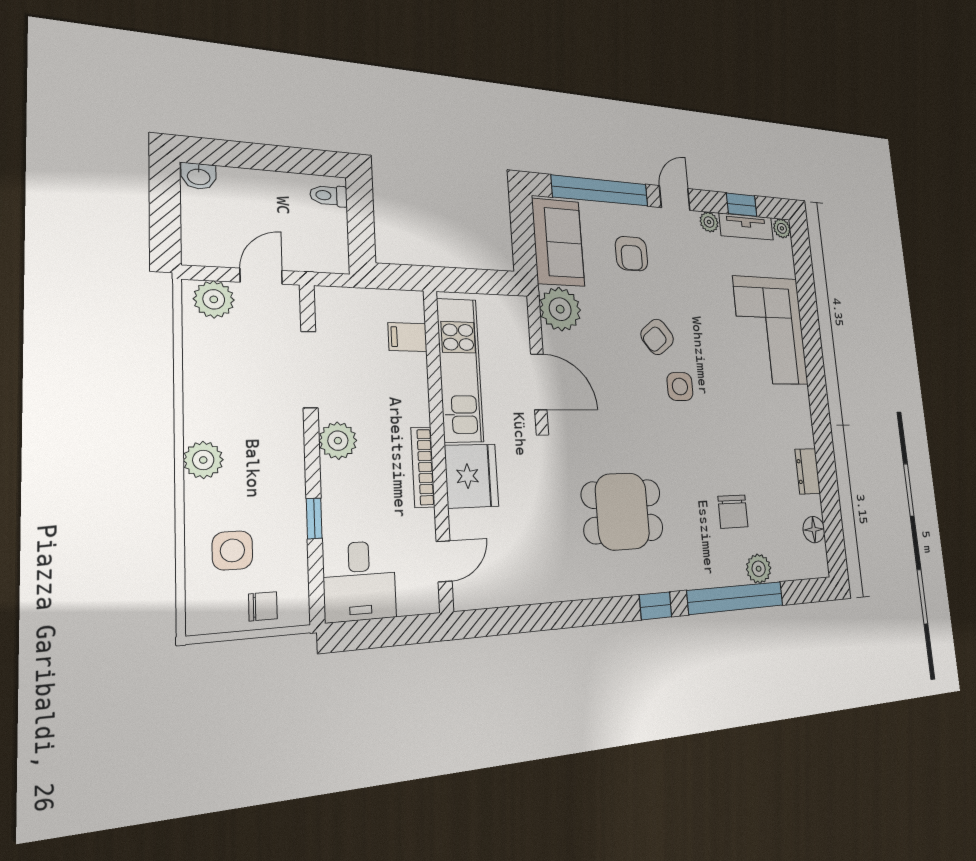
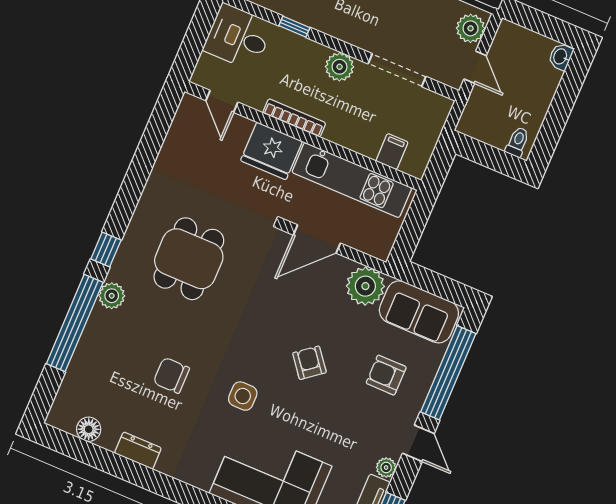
side table: (680, 387) -> (243, 396), moved
chair: (733, 512) -> (171, 375), moved
plant: (759, 569) -> (112, 296), moved

